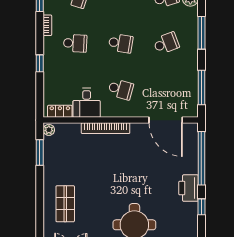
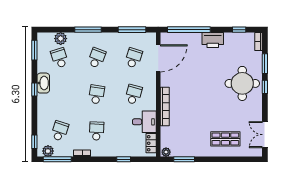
school desk: (166, 43) -> (97, 58), turned 42
window: (40, 63) -> (124, 159), moved
school desk: (166, 89) -> (133, 58), added
window: (201, 207) -> (239, 30), moved

